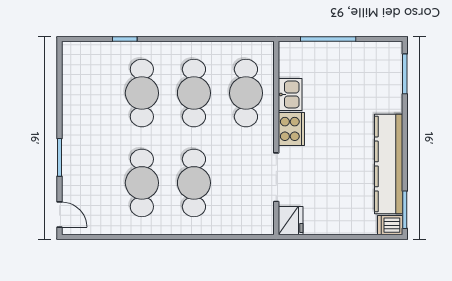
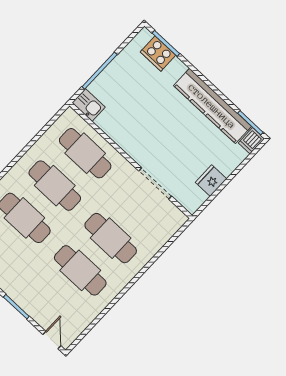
kitchen sink: (290, 94) -> (89, 105), moved
cooker: (291, 129) -> (158, 53), moved, turned 180
door: (60, 215) -> (52, 340), hinge flipped
fridge: (291, 221) -> (211, 181), moved, turned -90

